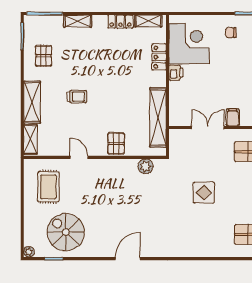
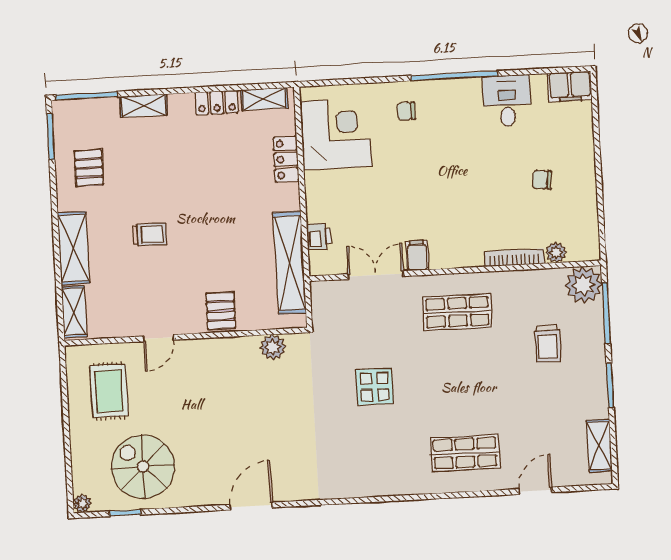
printer: (176, 73) -> (319, 237), moved
door: (79, 157) -> (159, 338), swing flipped

